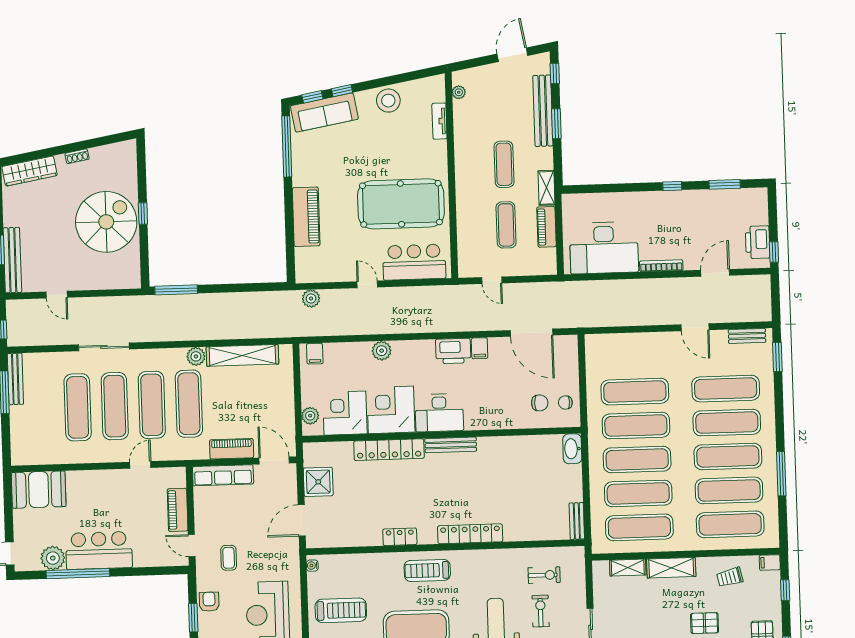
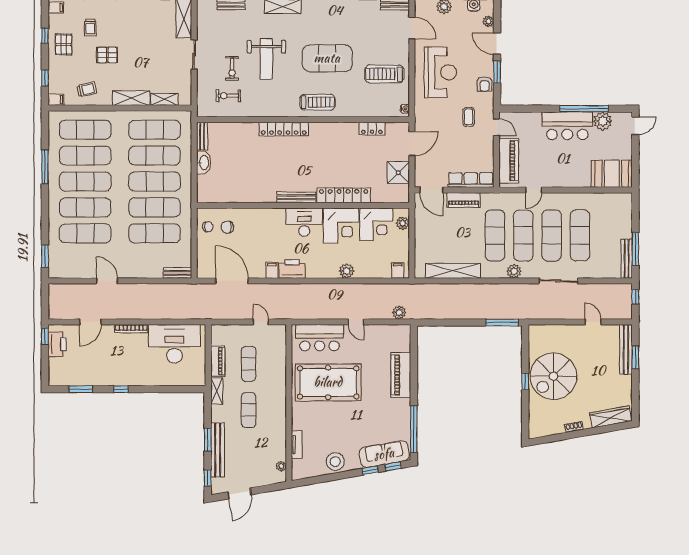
bench: (747, 336) -> (177, 273), moved
plant: (196, 356) -> (514, 271), moved
washbasin: (572, 449) -> (204, 163), moved
piano: (178, 510) -> (509, 161), width x1.37, depth x1.33
locker: (400, 537) -> (372, 129), moved

